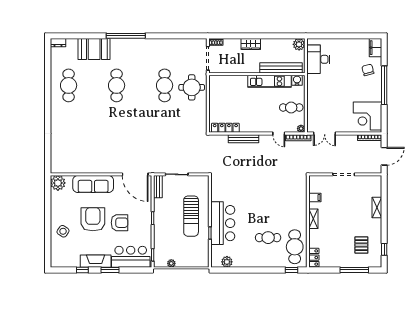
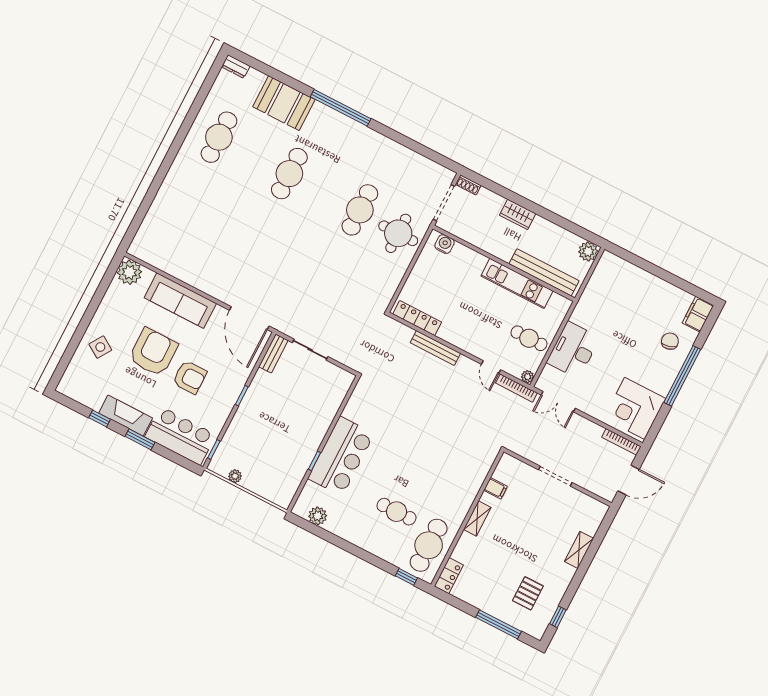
desk: (318, 59) -> (573, 350), moved
water cooler: (297, 80) -> (444, 244), moved
sun lounger: (191, 216) -> (300, 422), removed

